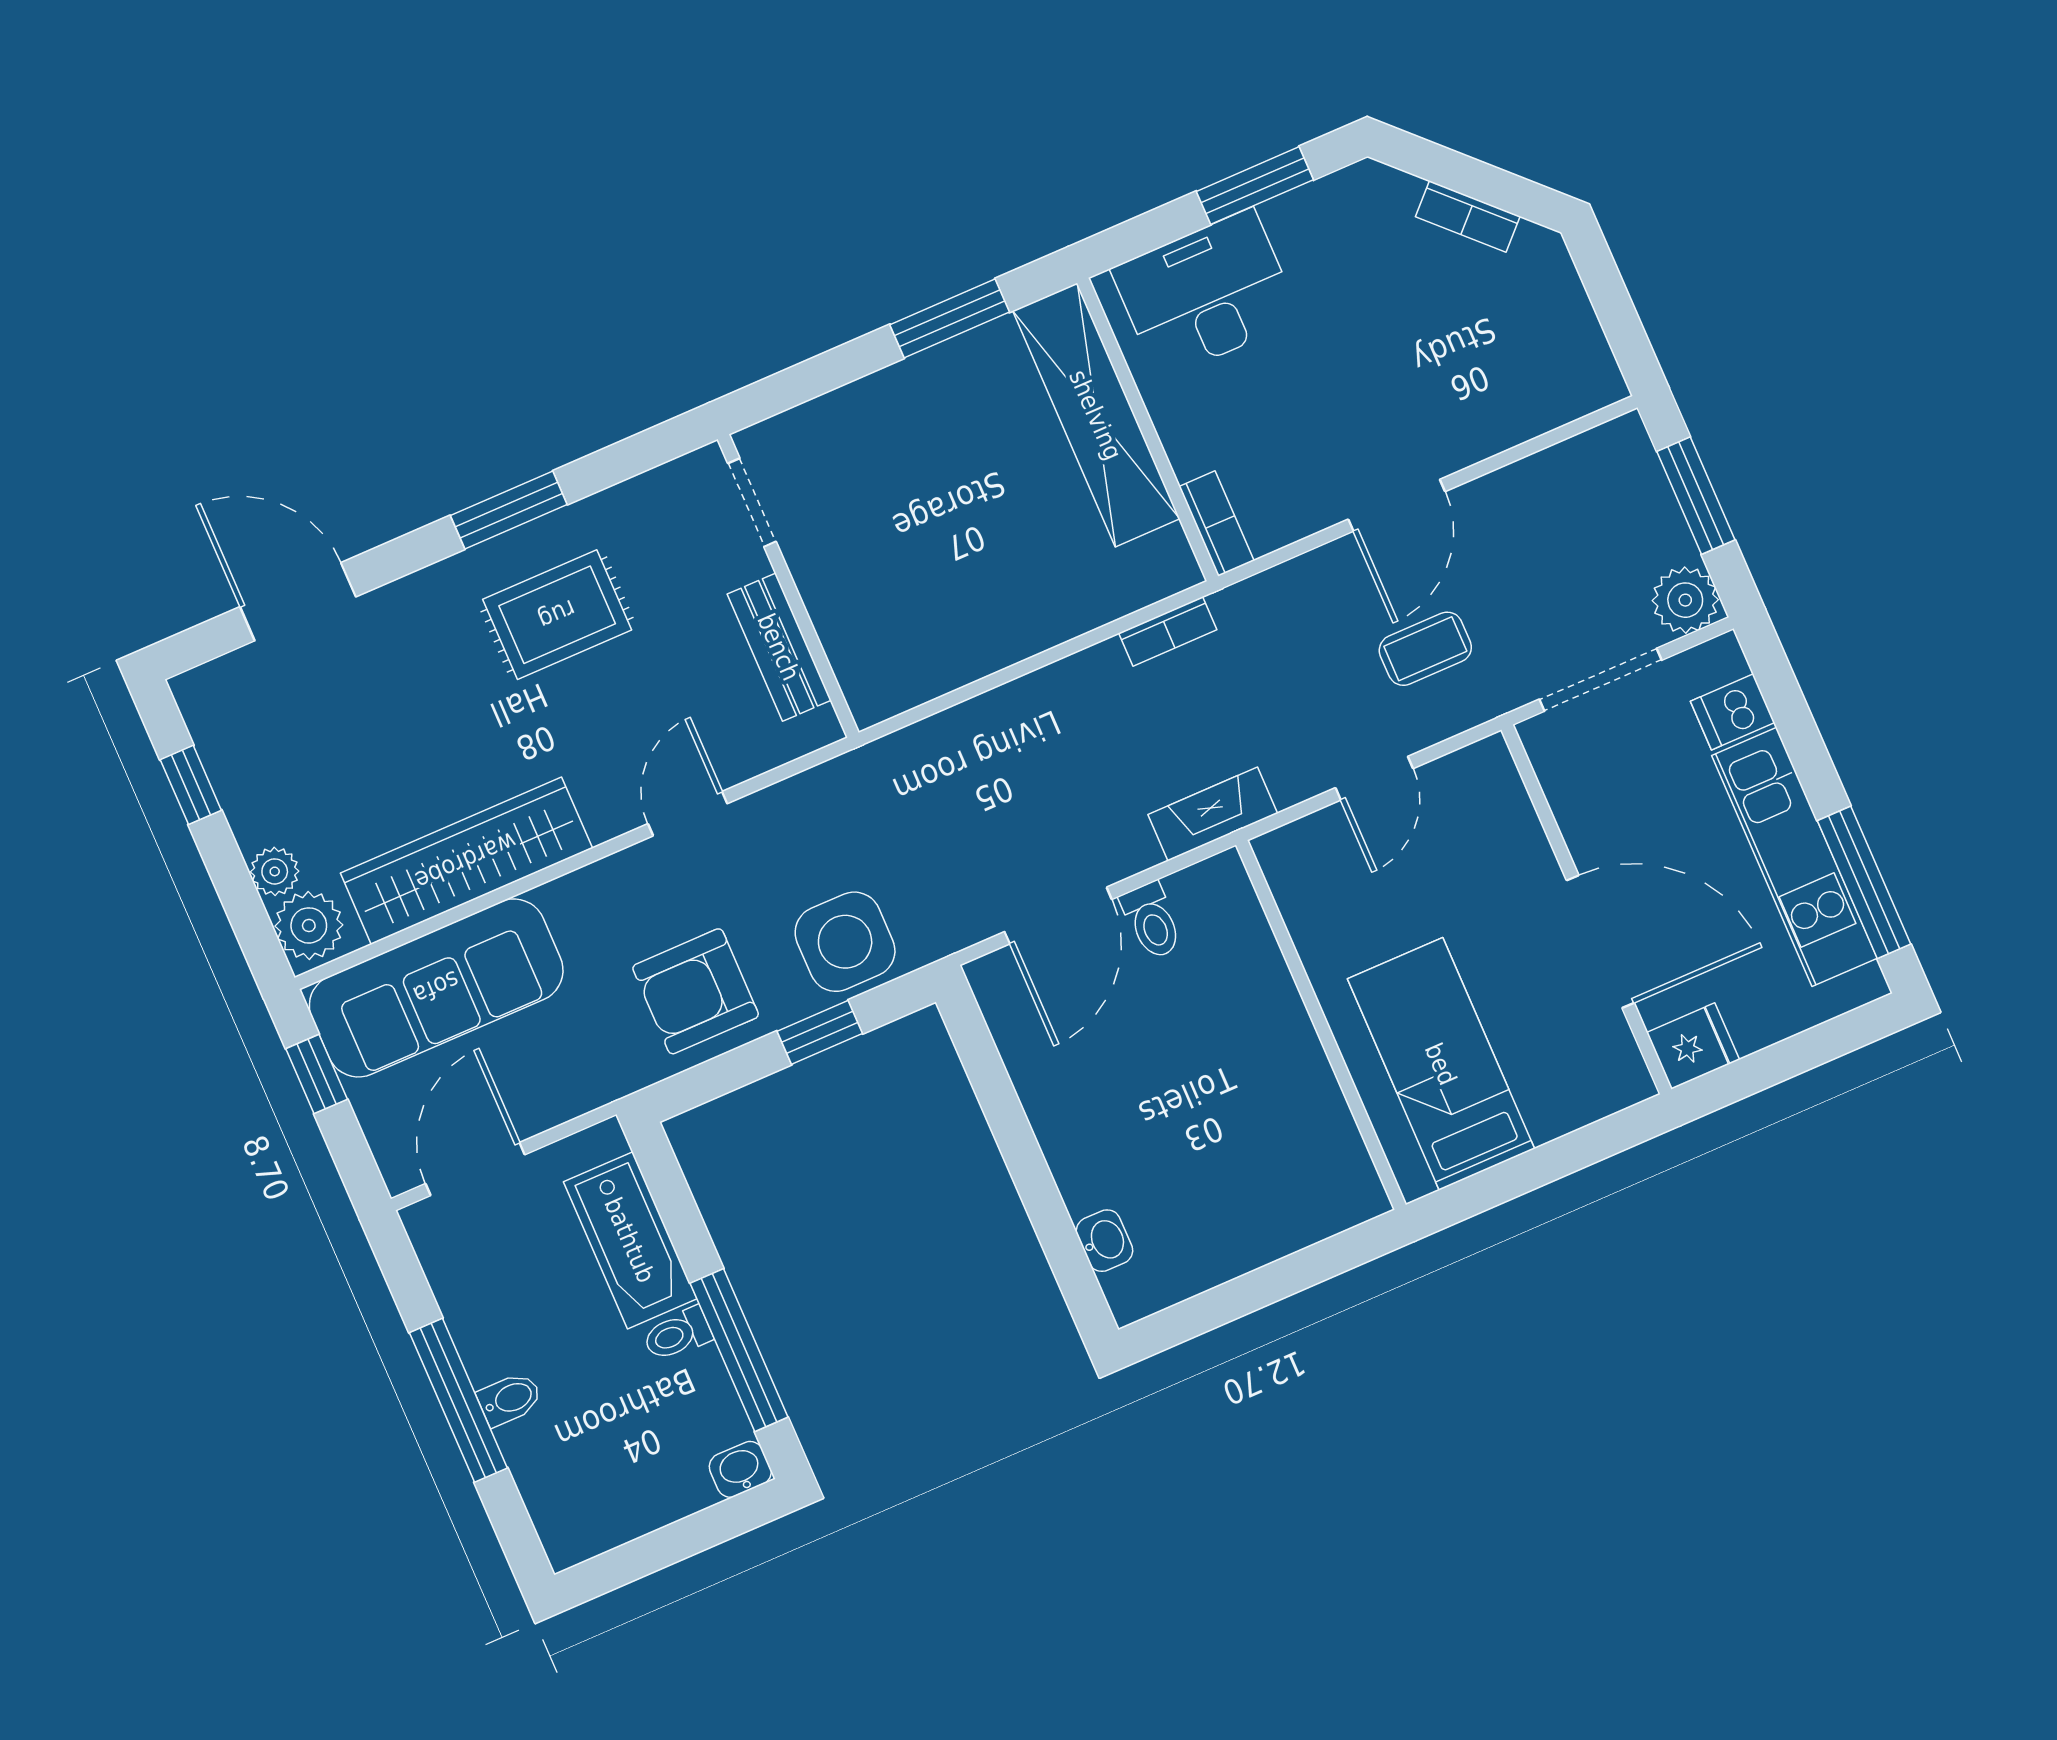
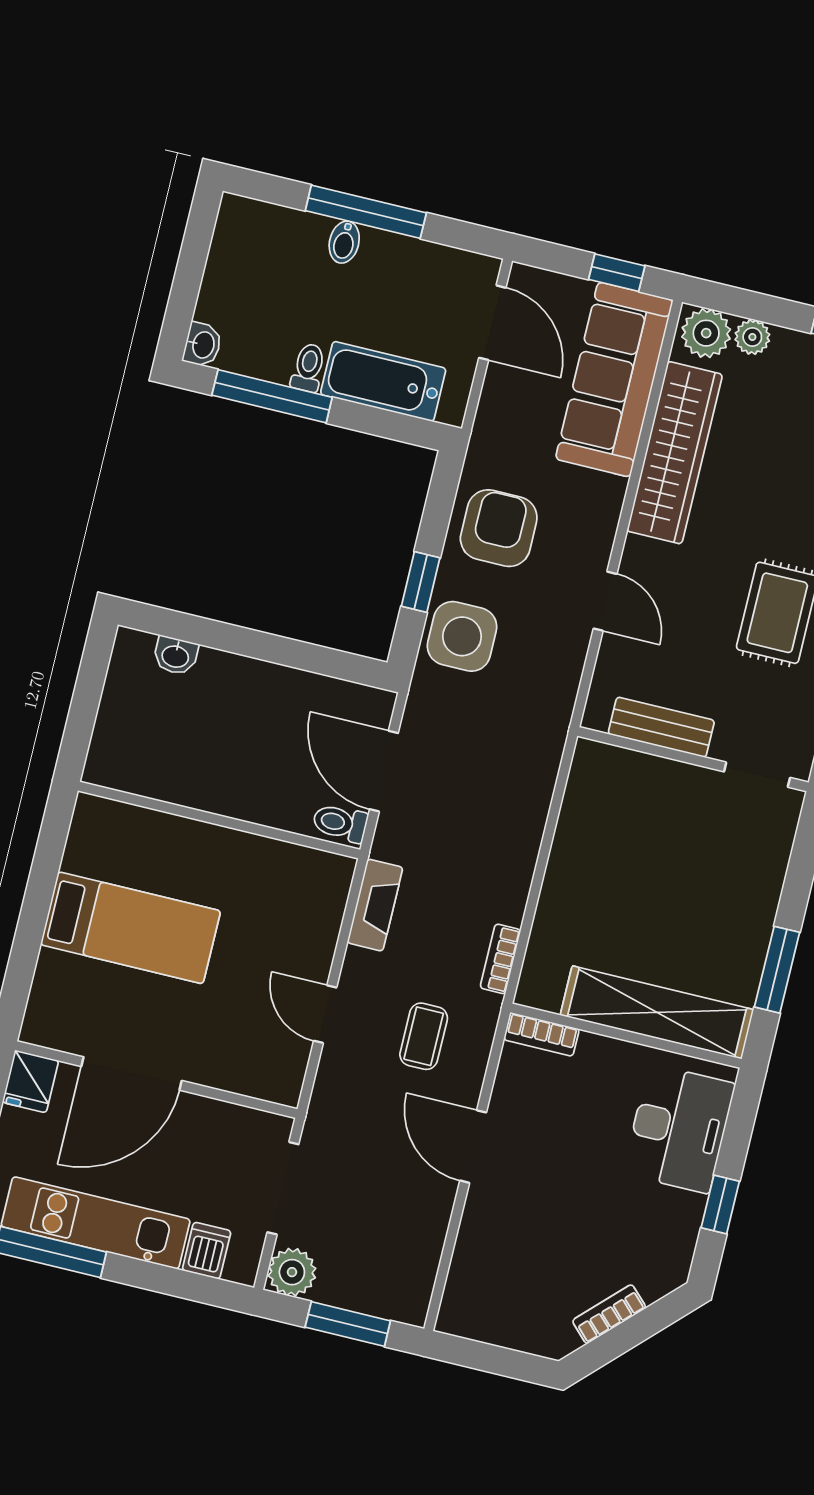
window: (1255, 186) -> (720, 1205), width x0.67
coffee table: (1425, 649) -> (424, 1036), moved
wall: (1321, 1025) -> (219, 820), moved

